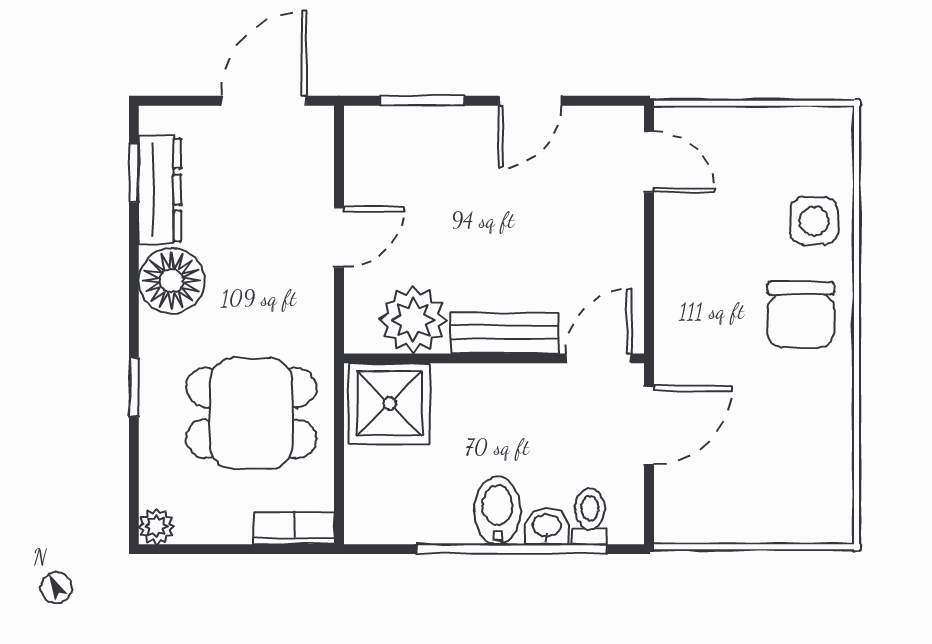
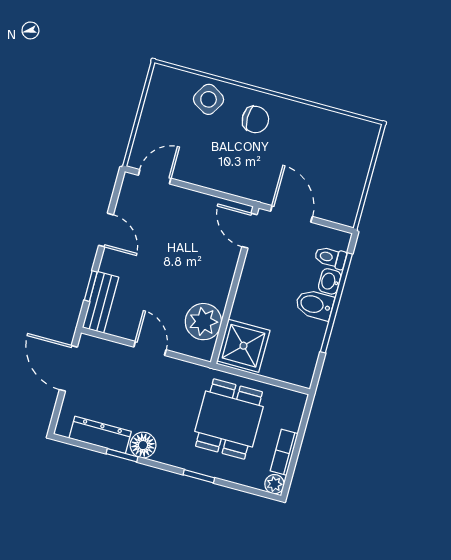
window: (422, 101) -> (91, 286), width x0.67
window: (134, 173) -> (122, 455), moved
side table: (814, 221) -> (209, 99), turned 31
floor lamp: (171, 281) -> (143, 445), width x0.73, depth x0.73
chair: (801, 315) -> (255, 119), width x0.73, depth x0.73
bench: (505, 333) -> (100, 302), moved
bookcase: (294, 528) -> (284, 452), moved

